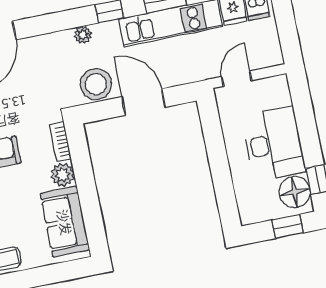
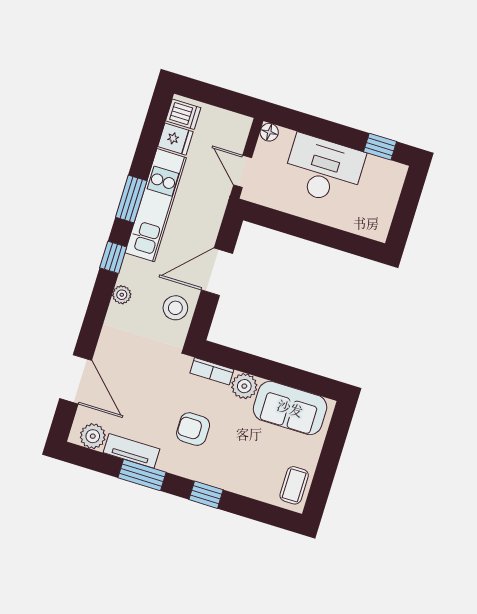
stool: (96, 84) -> (175, 308), width x0.73, depth x0.73
floor lamp: (295, 192) -> (269, 132), moved, width x0.53, depth x0.53
window: (288, 226) -> (409, 199), removed

